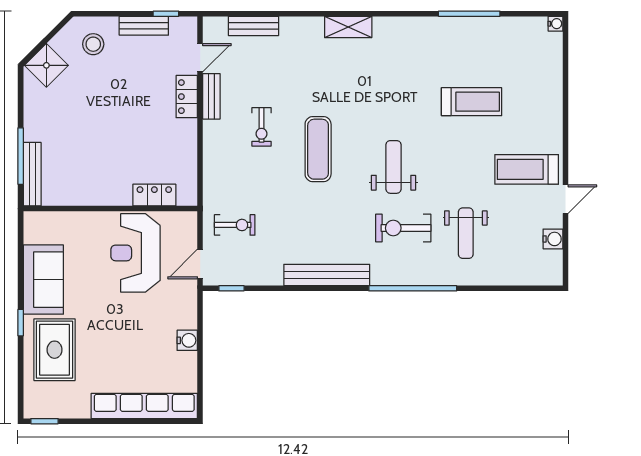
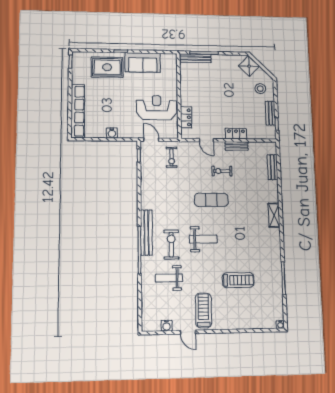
door: (200, 58) -> (206, 140), moved
treadmill: (472, 102) -> (238, 280), turned -90
bench: (327, 275) -> (146, 233), moved

